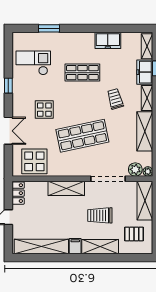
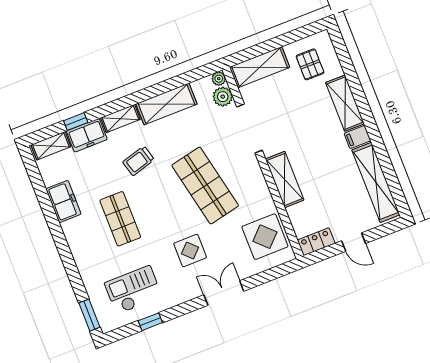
window: (49, 28) -> (89, 315), moved
checkout: (33, 63) -> (133, 290), turned 90
window: (8, 86) -> (150, 322), moved
double door: (8, 131) -> (224, 293), moved
trolley: (100, 215) -> (303, 120), removed

